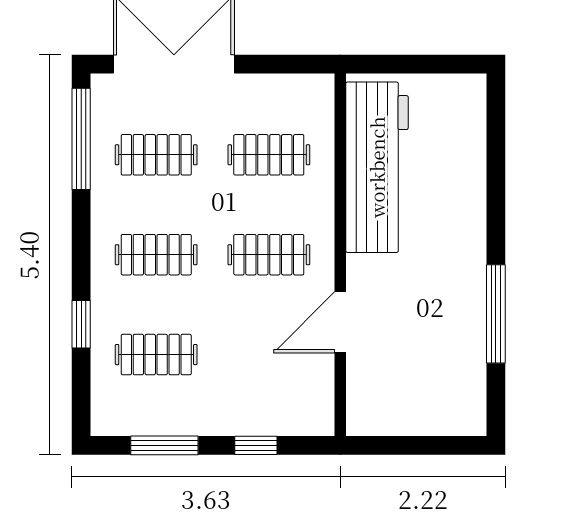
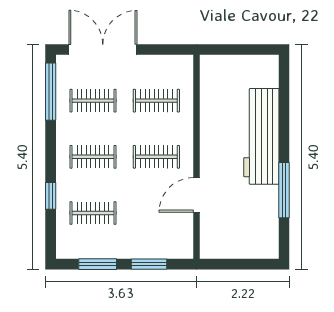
workbench: (377, 167) -> (261, 136), moved, turned 180
window: (256, 445) -> (149, 264), width x1.50

